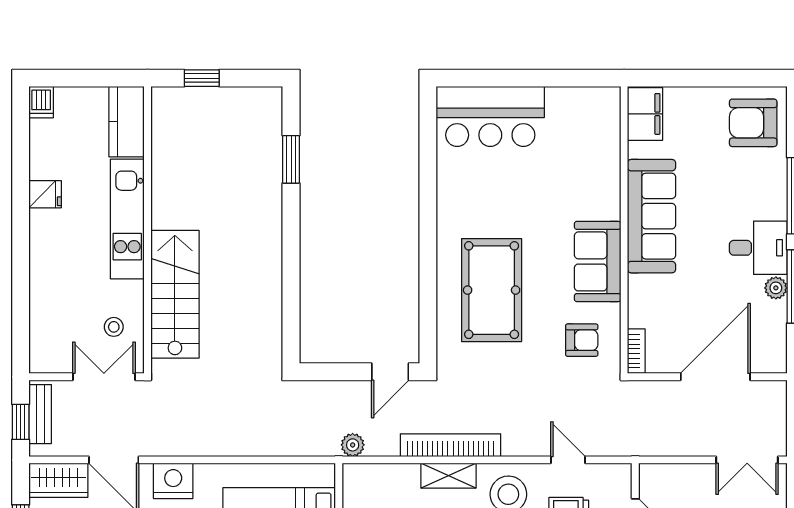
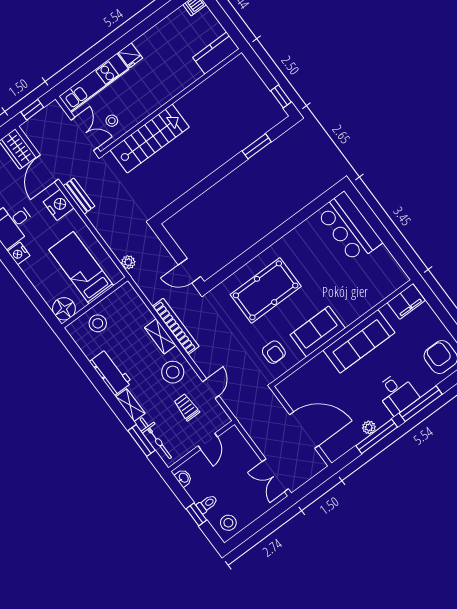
window: (202, 78) -> (281, 96), moved
fridge: (45, 194) -> (130, 55), moved
kitchen unit: (127, 219) -> (94, 83), moved, turned 180
desk: (758, 248) -> (397, 393), moved
bookcase: (636, 351) -> (288, 383), removed
bench: (40, 414) -> (79, 196), moved, turned 90
plant: (353, 445) -> (128, 262), moved

